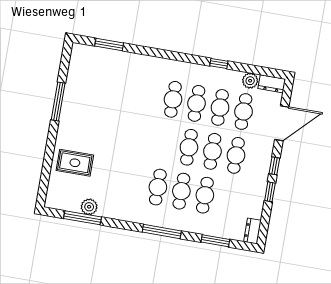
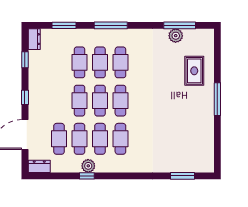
plant: (250, 81) -> (88, 166), moved
window: (58, 102) -> (217, 99), moved
cafe table: (236, 155) -> (120, 101), moved
rug: (75, 163) -> (194, 71), turned 90
window: (270, 192) -> (25, 60), moved

